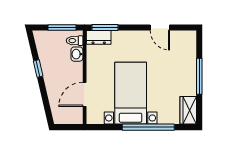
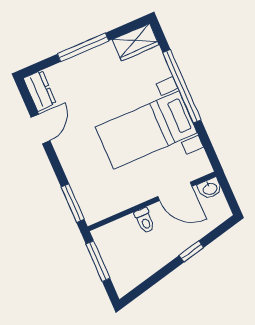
dresser: (99, 37) -> (40, 91), moved
toilet: (75, 41) -> (145, 221), moved
washbasin: (77, 54) -> (210, 188), moved
window: (38, 69) -> (191, 251), moved

